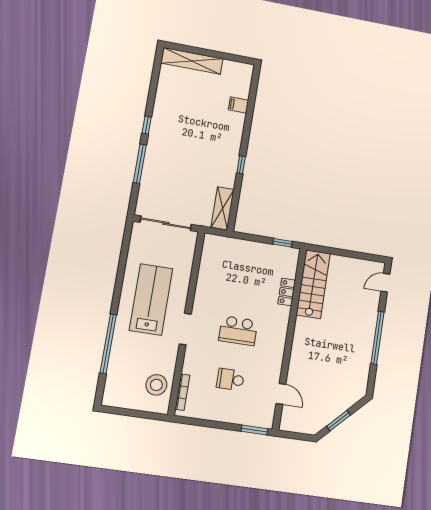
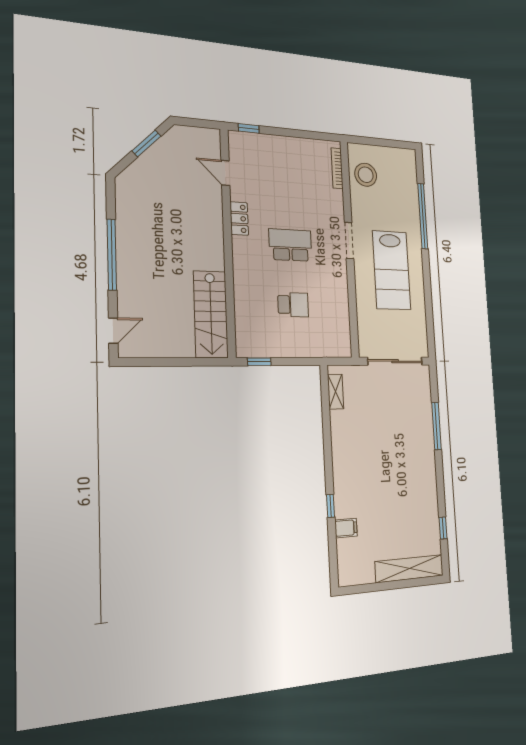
window: (147, 125) -> (443, 528), moved
window: (241, 165) -> (331, 506), moved
shelving: (223, 208) -> (336, 392), width x0.67, depth x0.75
locker: (287, 292) -> (239, 219), moved
school desk: (230, 379) -> (293, 305), moved
window: (254, 430) -> (249, 128), width x0.67

